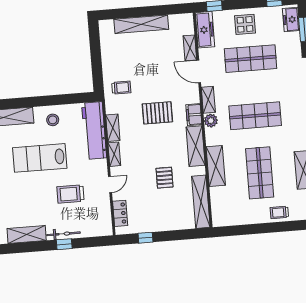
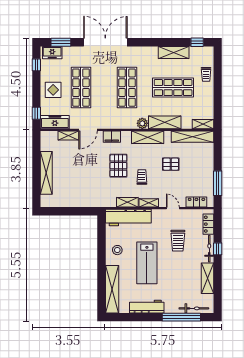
trolley: (121, 88) -> (142, 177), moved
shelving: (208, 100) -> (203, 124), moved
filing cabinet: (194, 115) -> (112, 137), moved
plant: (211, 121) -> (142, 123), moved
locker: (94, 230) -> (208, 224), added
window: (146, 238) -> (218, 183), width x2.17

